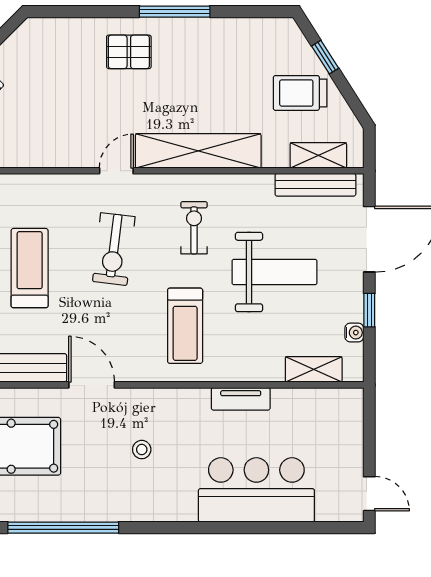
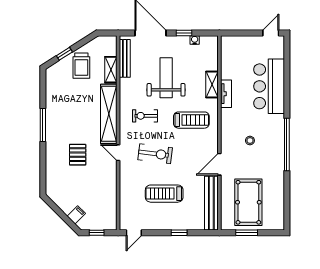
pallet: (129, 52) -> (78, 155), moved
shelving: (318, 155) -> (111, 70), moved
shelving: (314, 369) -> (212, 85), moved
window: (63, 528) -> (287, 145), moved

